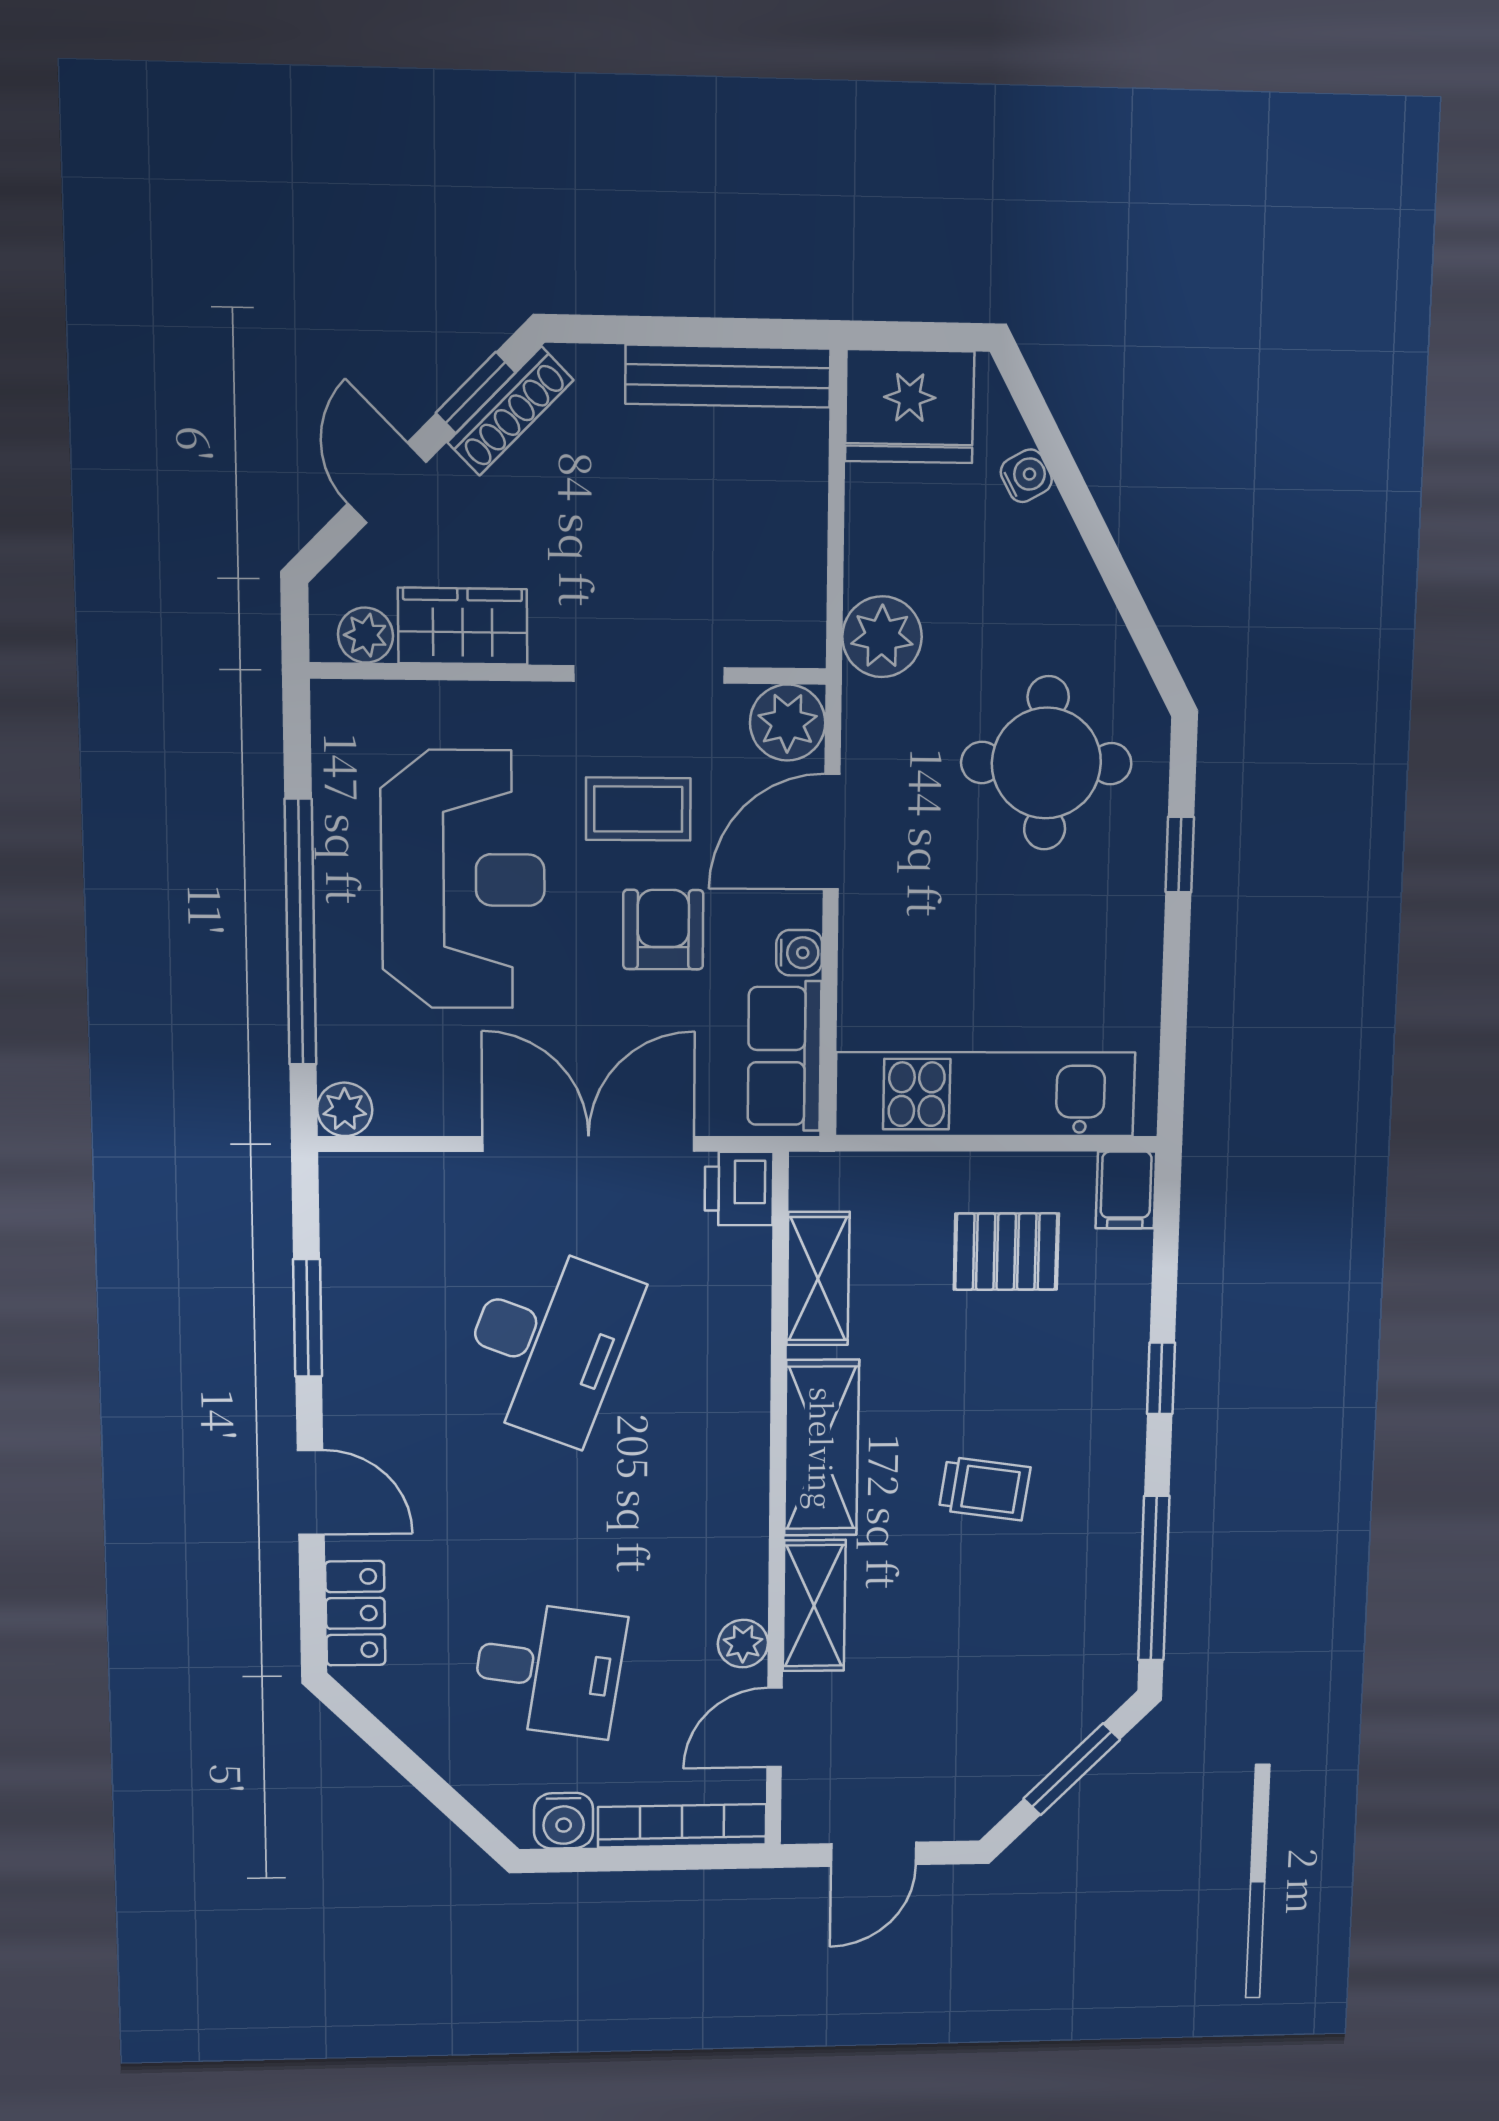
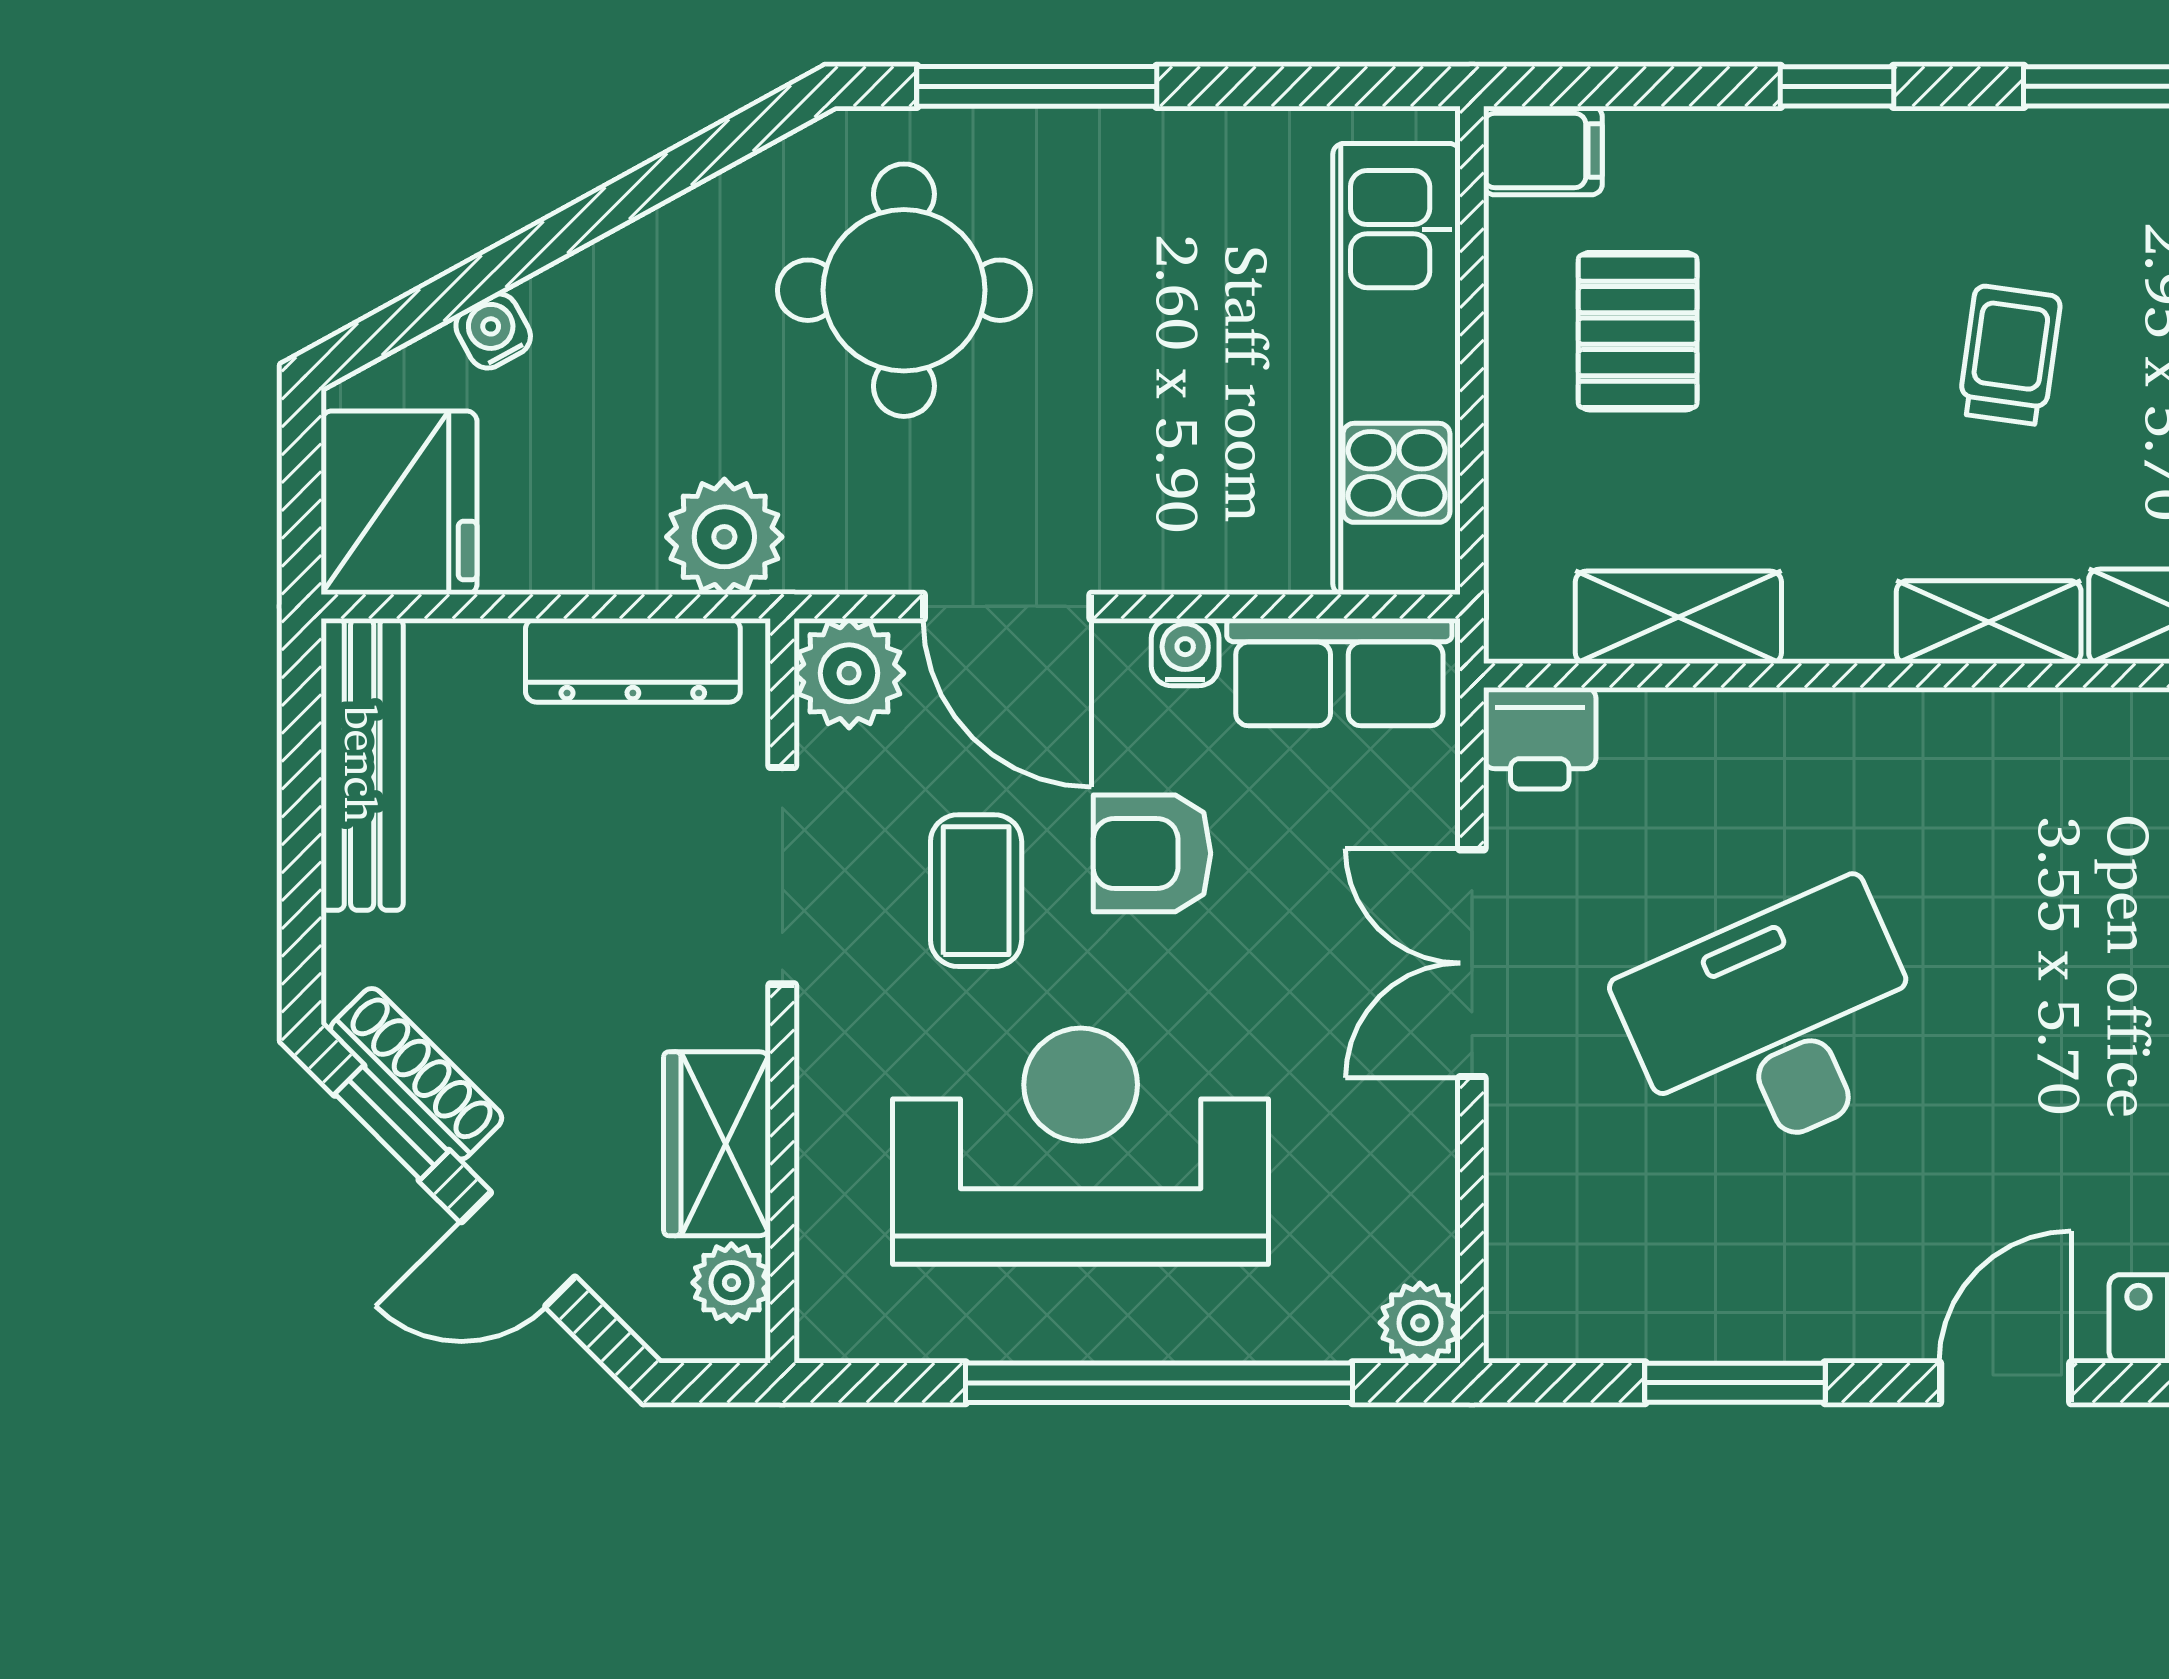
dresser: (798, 571) -> (633, 660), added
window: (1180, 855) -> (1037, 86), width x2.17
double door: (589, 1144) -> (1472, 963), width x0.73
desk: (548, 1343) -> (1776, 1025), turned -45
shelving: (822, 1448) -> (1989, 622), width x0.67, depth x0.75

